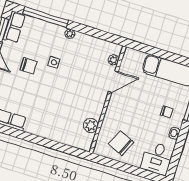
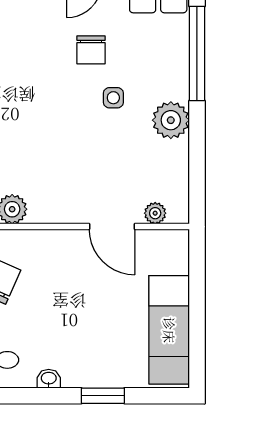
plant: (70, 34) -> (171, 120), width x1.87, depth x1.87
chair: (167, 112) -> (86, 350), removed

